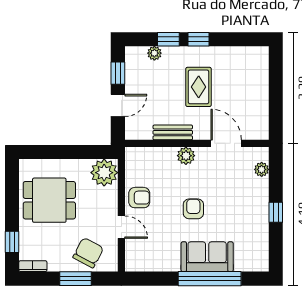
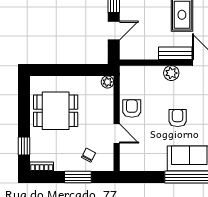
bench: (173, 132) -> (175, 53), moved
plant: (104, 173) -> (107, 82), width x0.53, depth x0.53
armchair: (139, 198) -> (132, 108), turned -90
chair: (88, 253) -> (89, 155), width x0.54, depth x0.54

